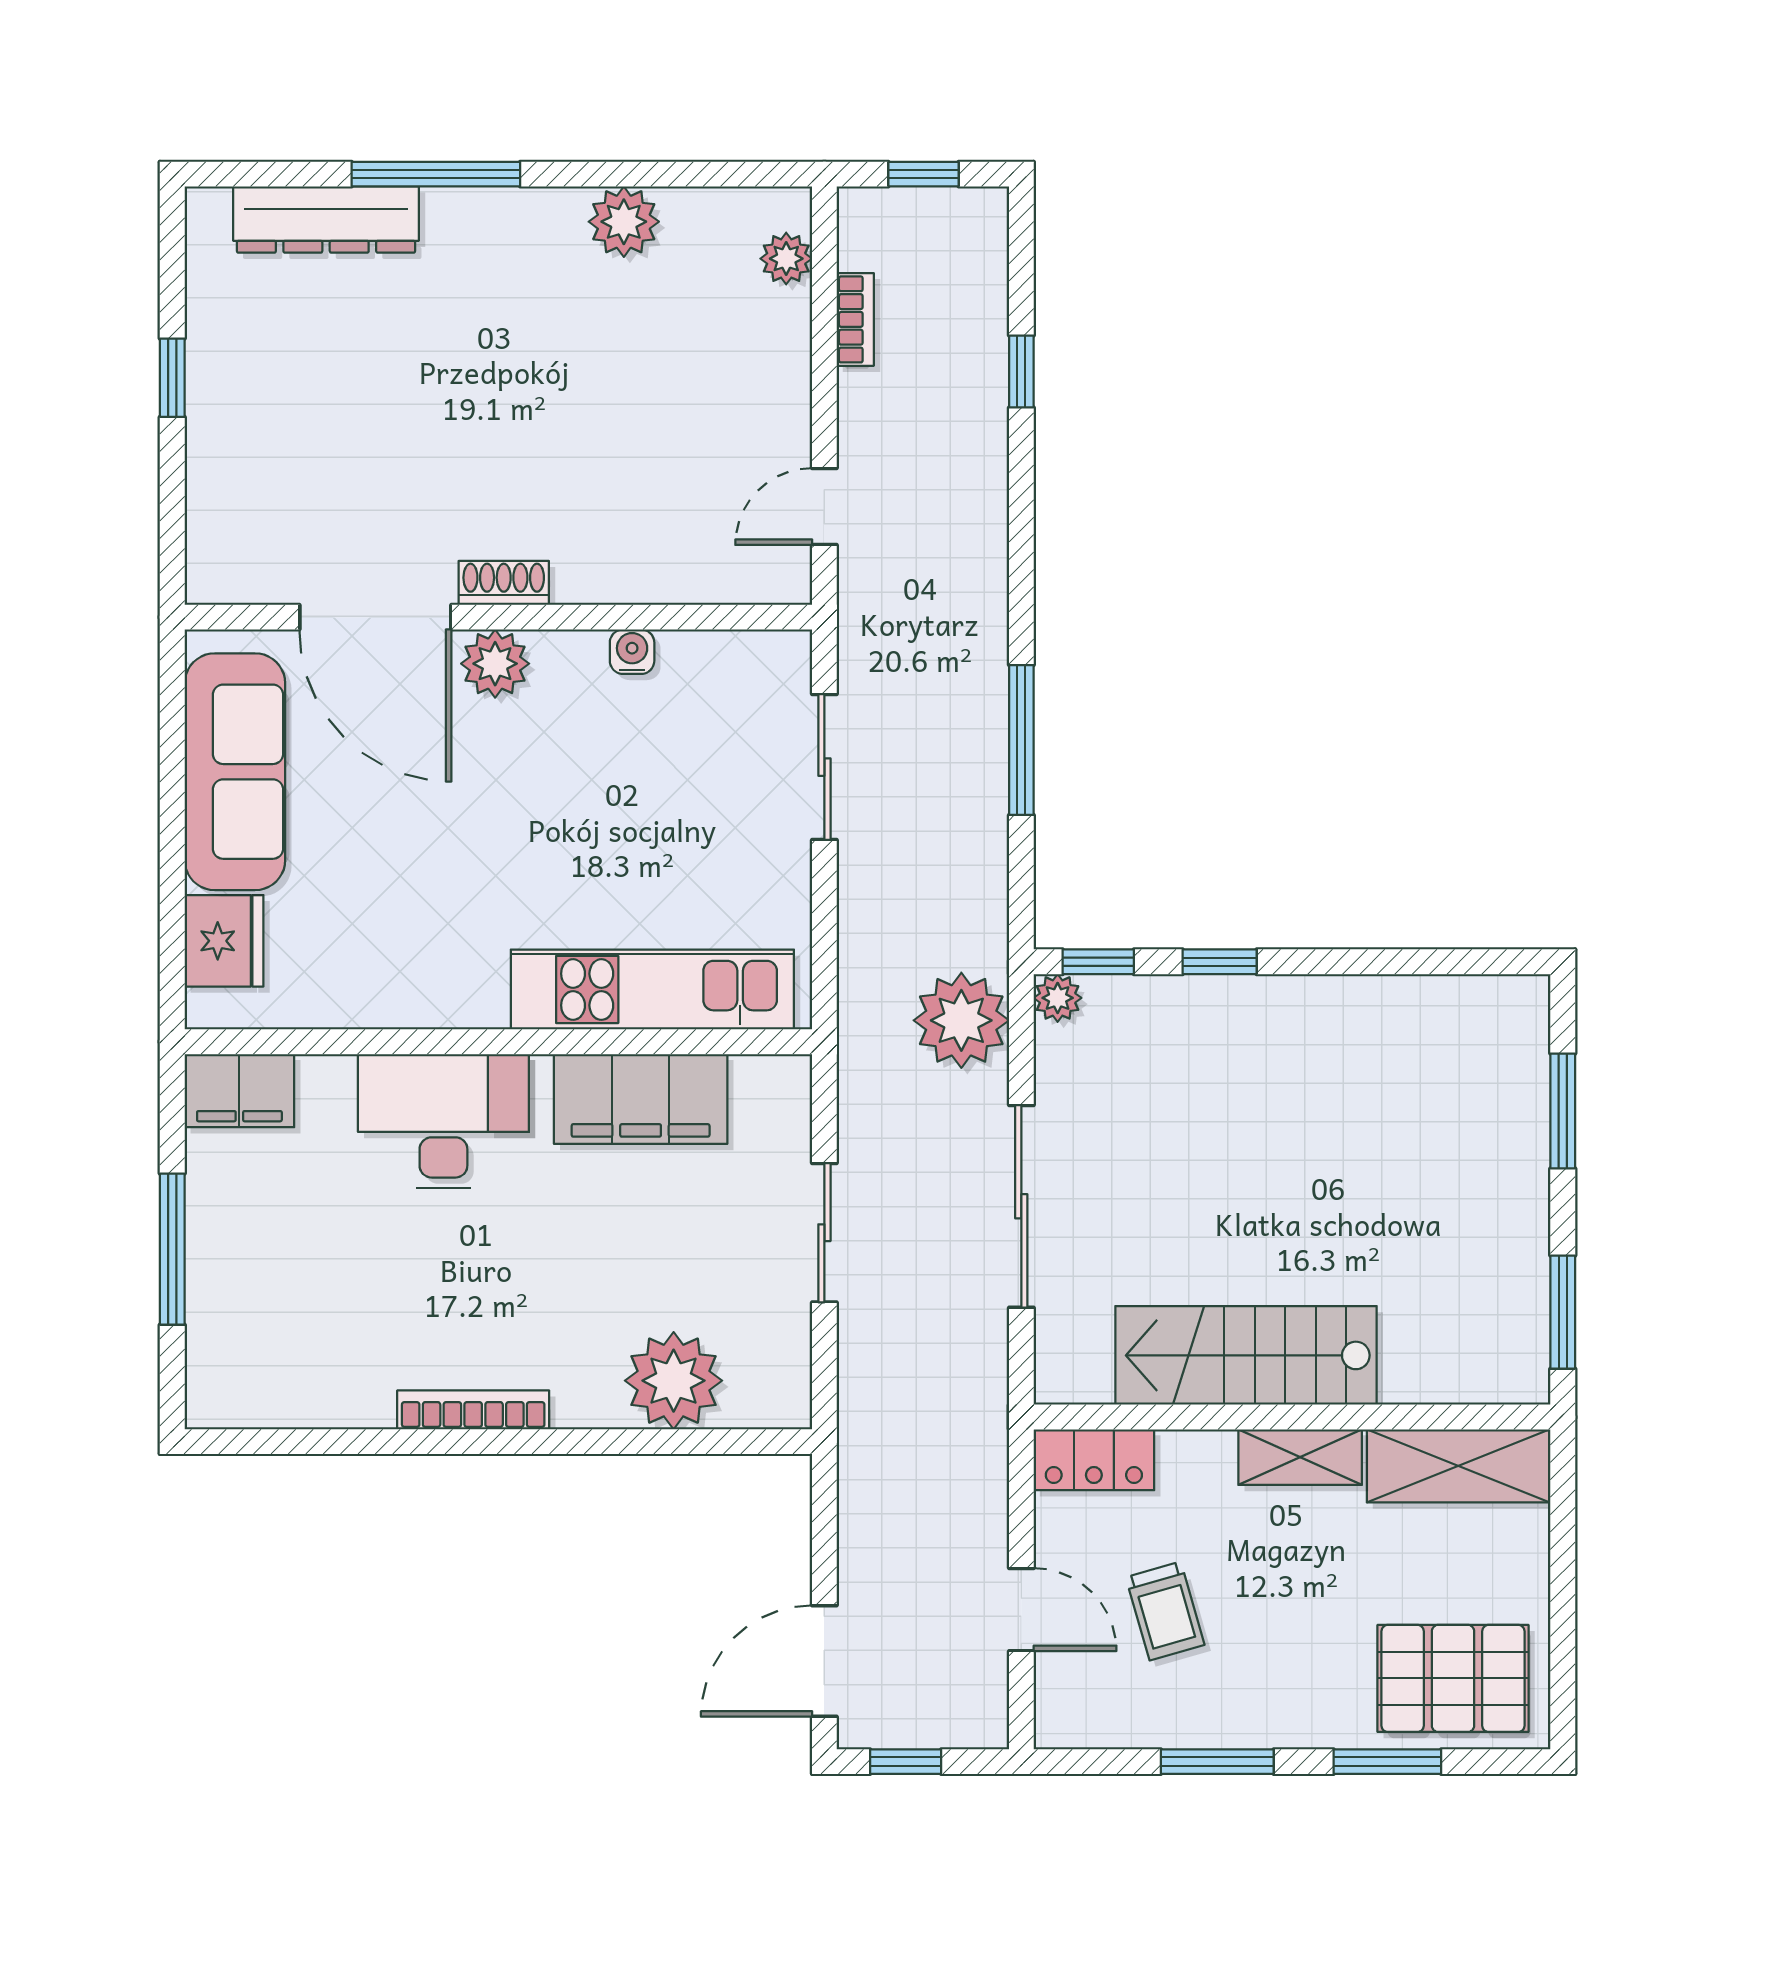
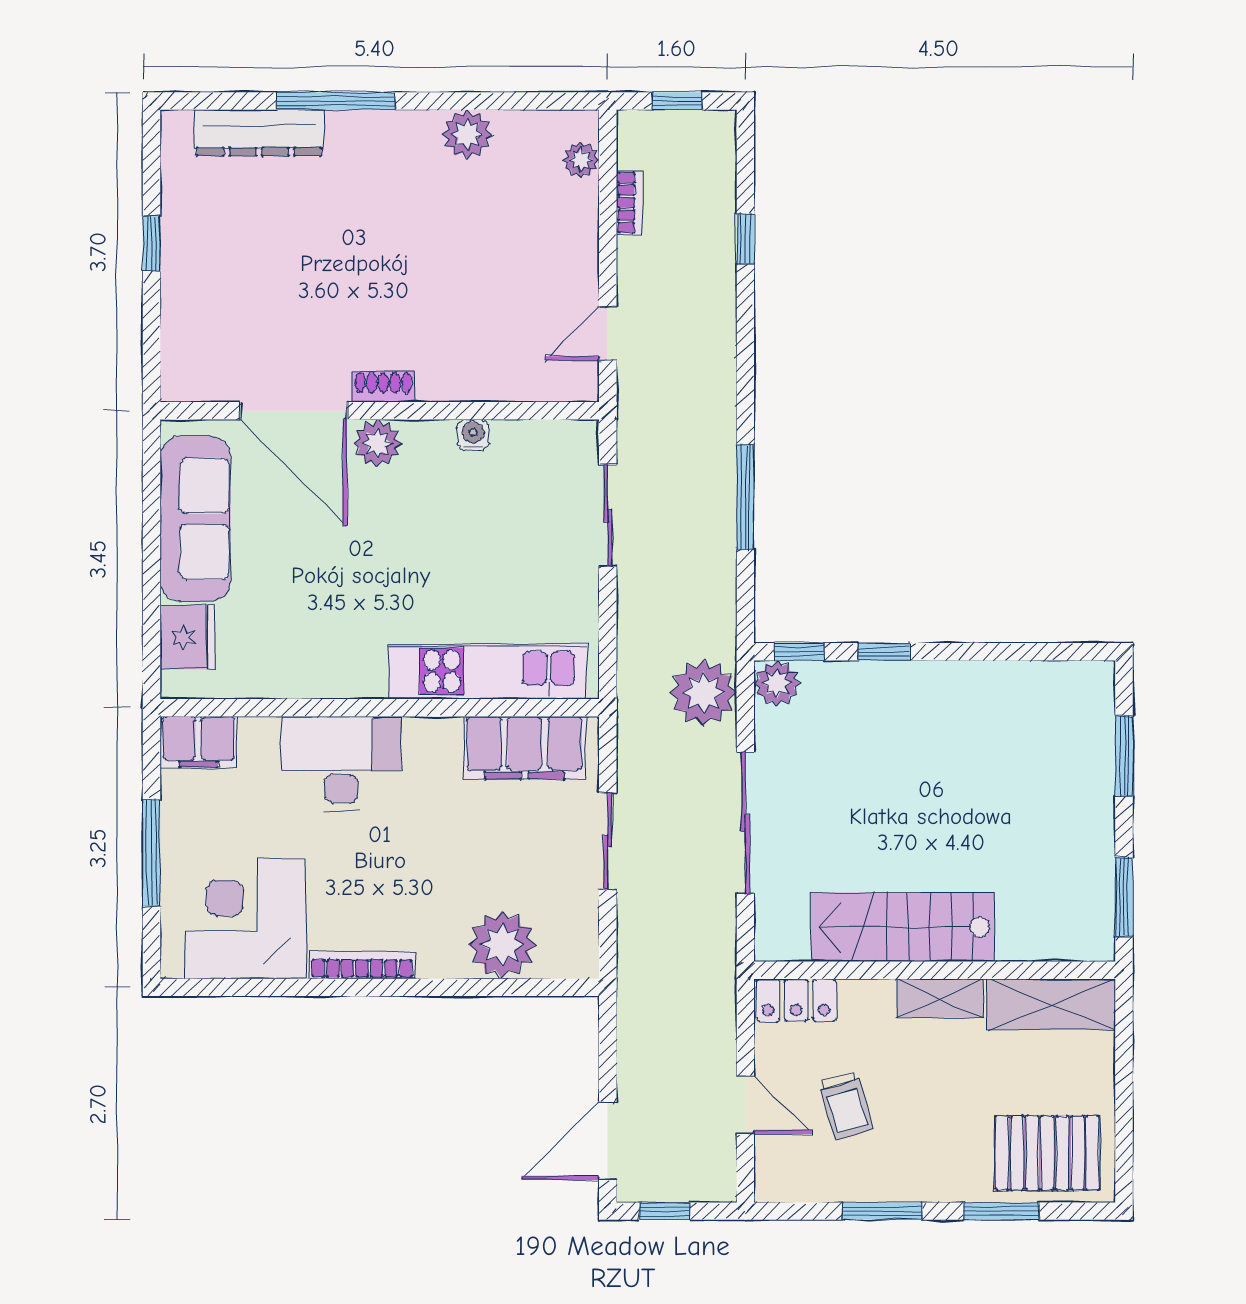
plant: (1058, 998) -> (777, 683), width x1.38, depth x1.38
filing cabinet: (641, 1099) -> (525, 748), moved
corner desk: (306, 1343) -> (245, 919), added

